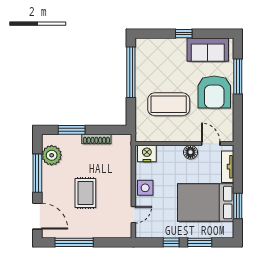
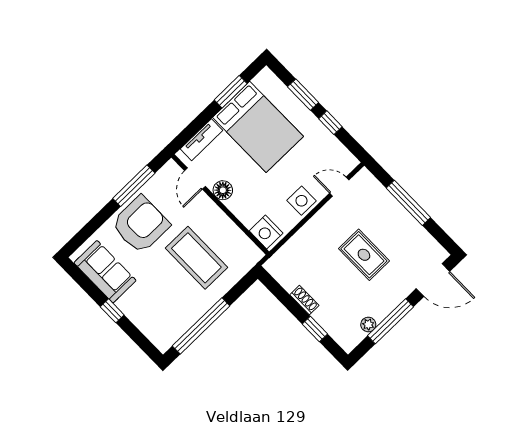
window: (238, 76) -> (134, 186), moved
window: (72, 130) -> (315, 329), width x0.67
shoe rack: (96, 139) -> (304, 300), width x0.70
plant: (52, 155) -> (368, 324), width x0.53, depth x0.53
rug: (85, 193) -> (364, 255), turned 90
door: (37, 216) -> (433, 280), swing flipped
window: (74, 242) -> (408, 203), moved

